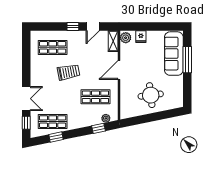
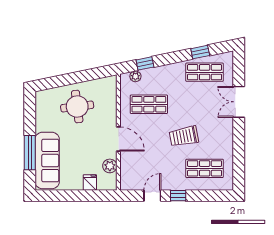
plant: (126, 38) -> (110, 166), moved
shelving: (113, 41) -> (126, 177), removed
door: (119, 70) -> (118, 139), hinge flipped
window: (26, 123) -> (239, 70), removed

